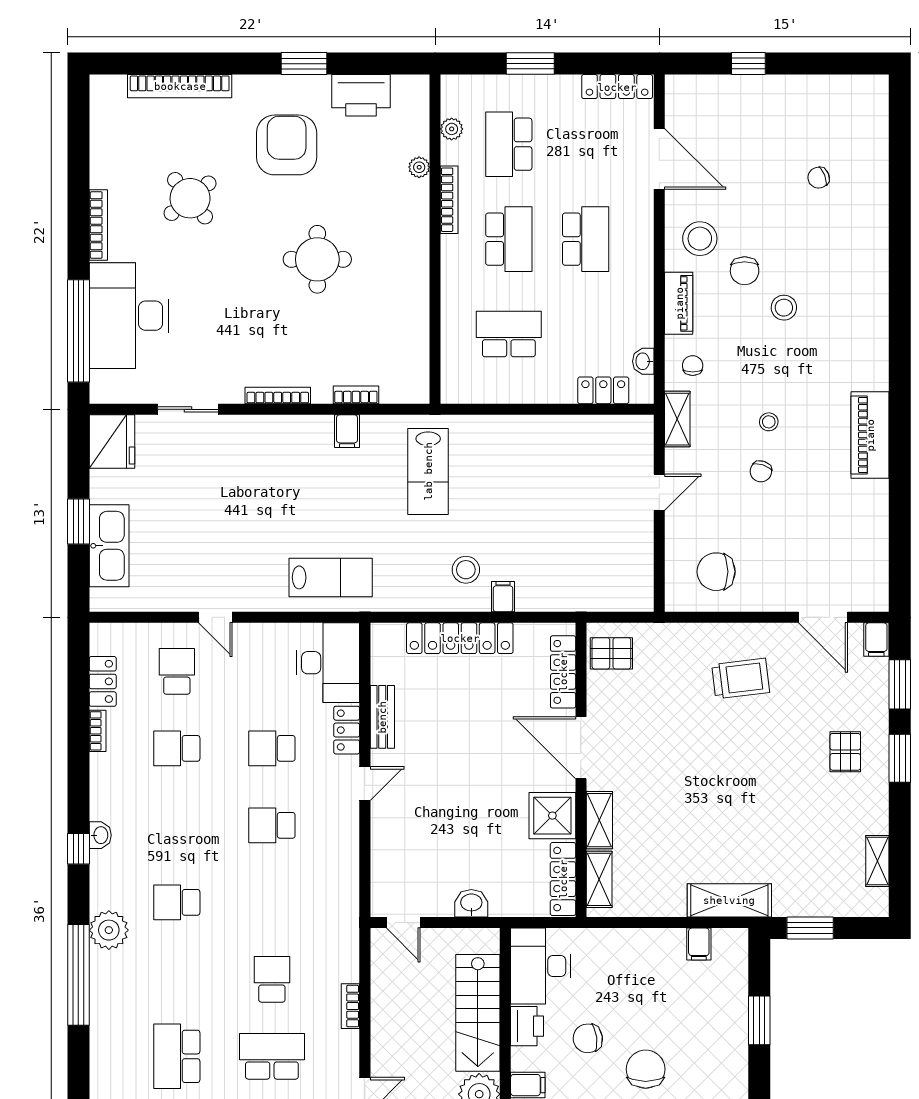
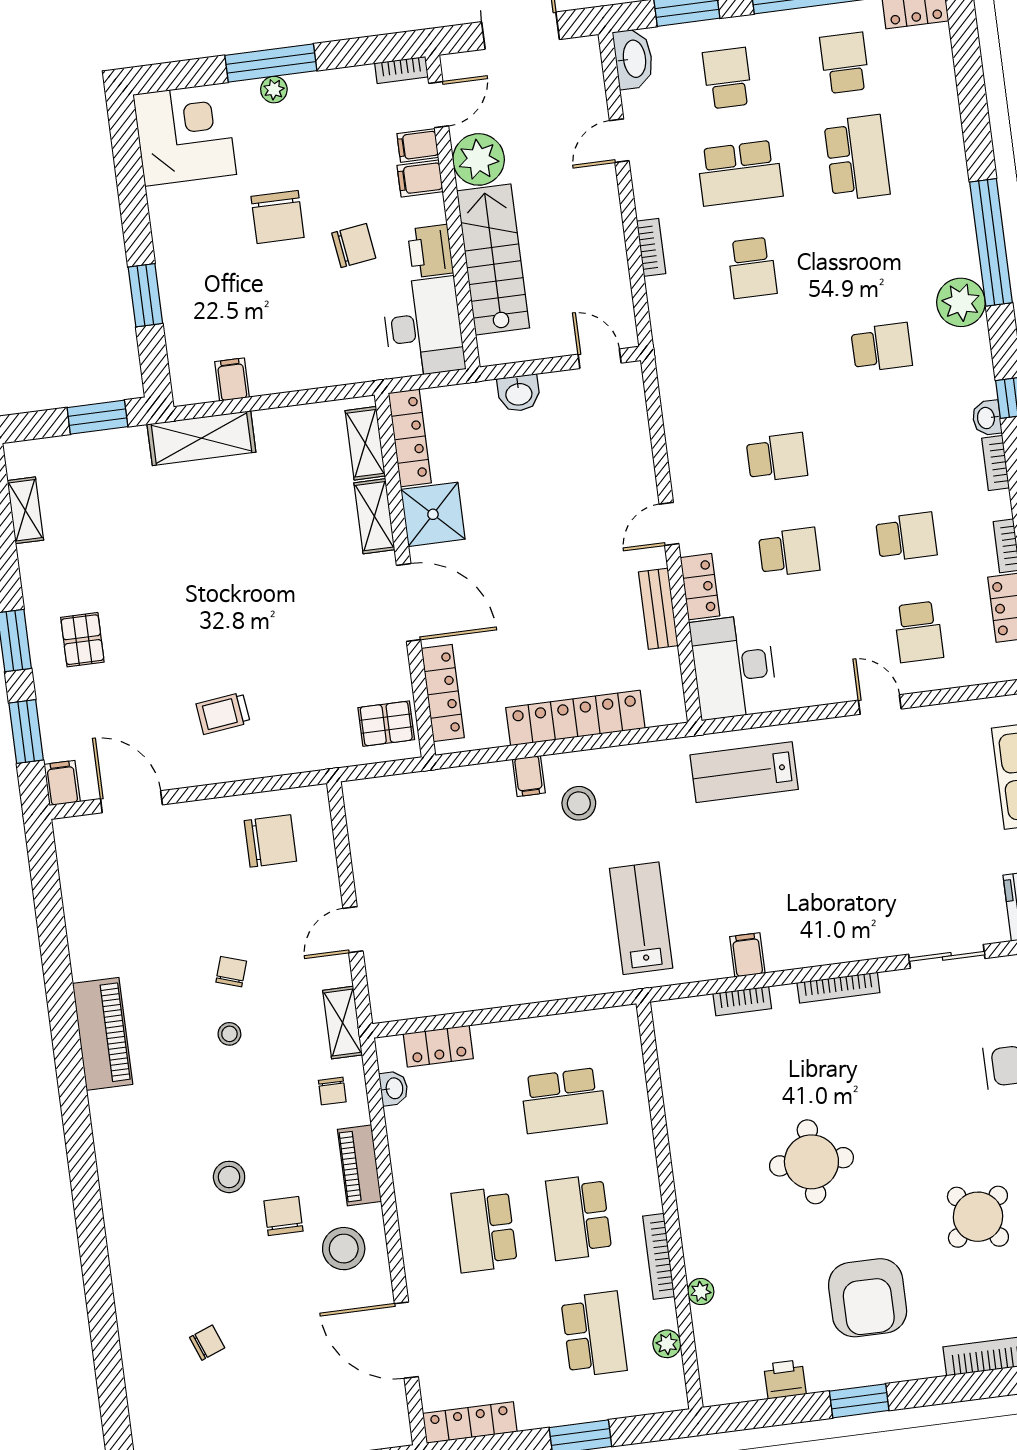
printer: (361, 95) -> (785, 1379), width x0.53, depth x0.68
trolley: (741, 678) -> (223, 713), width x0.73, depth x0.72
bookcase: (98, 798) -> (996, 463), added

